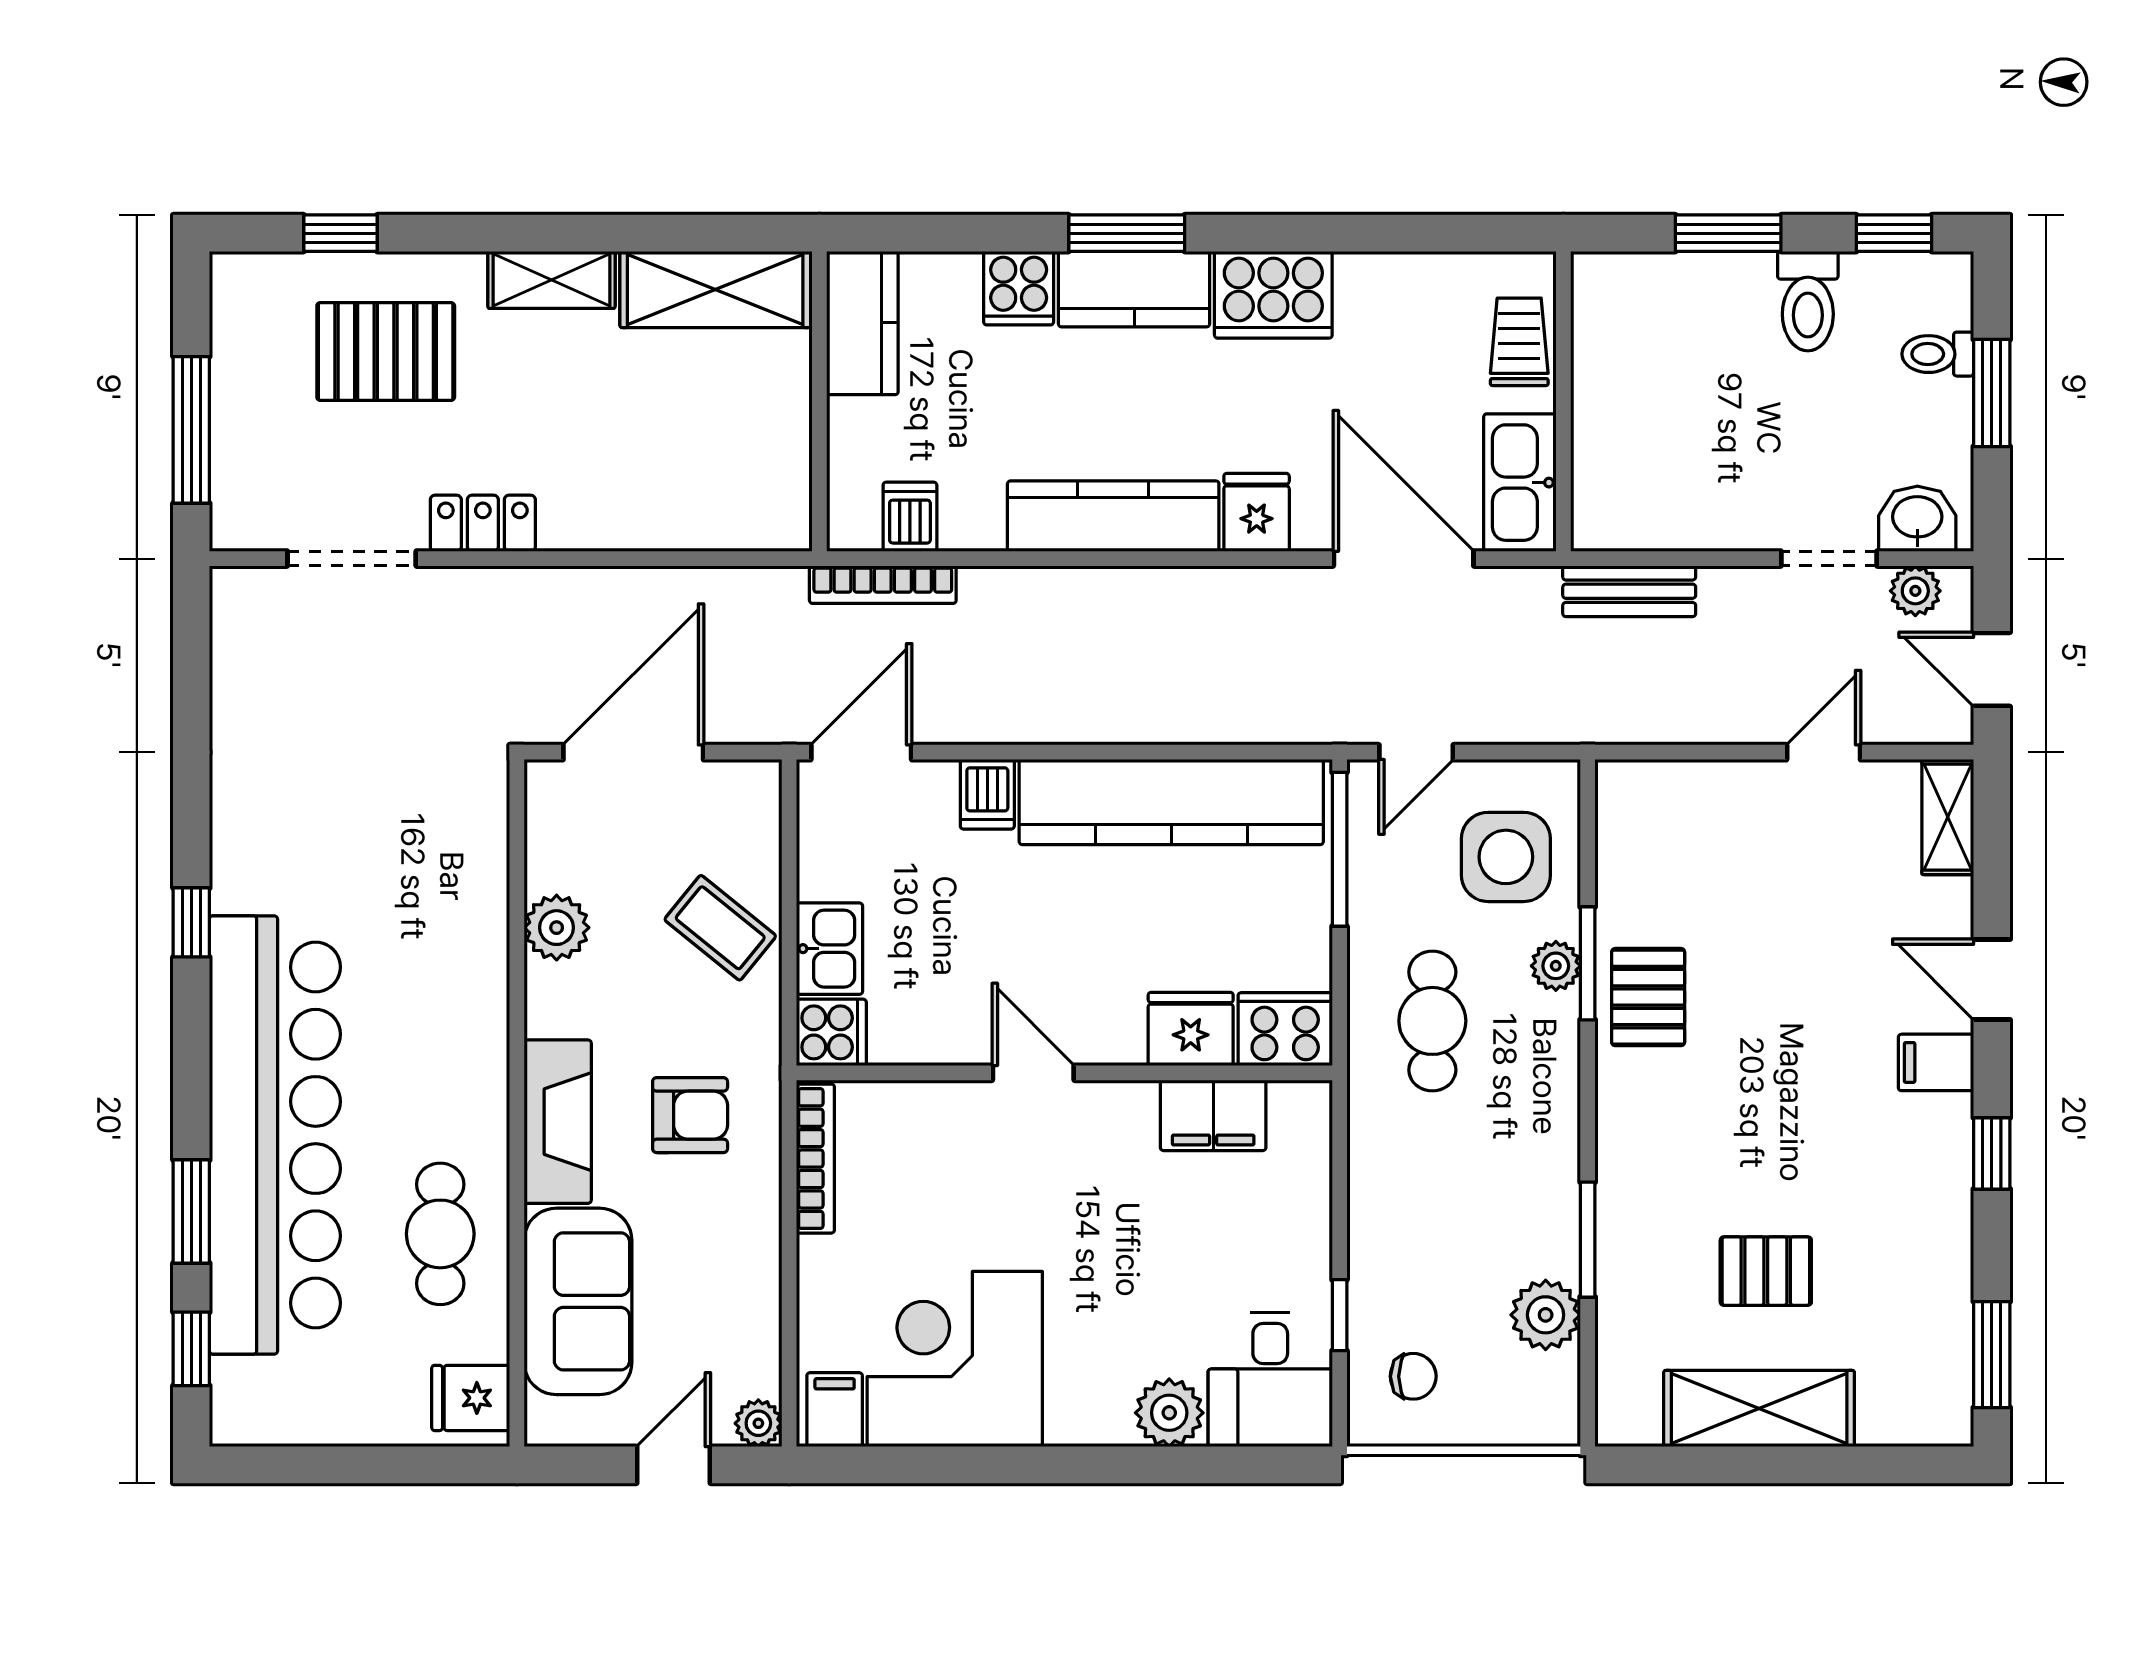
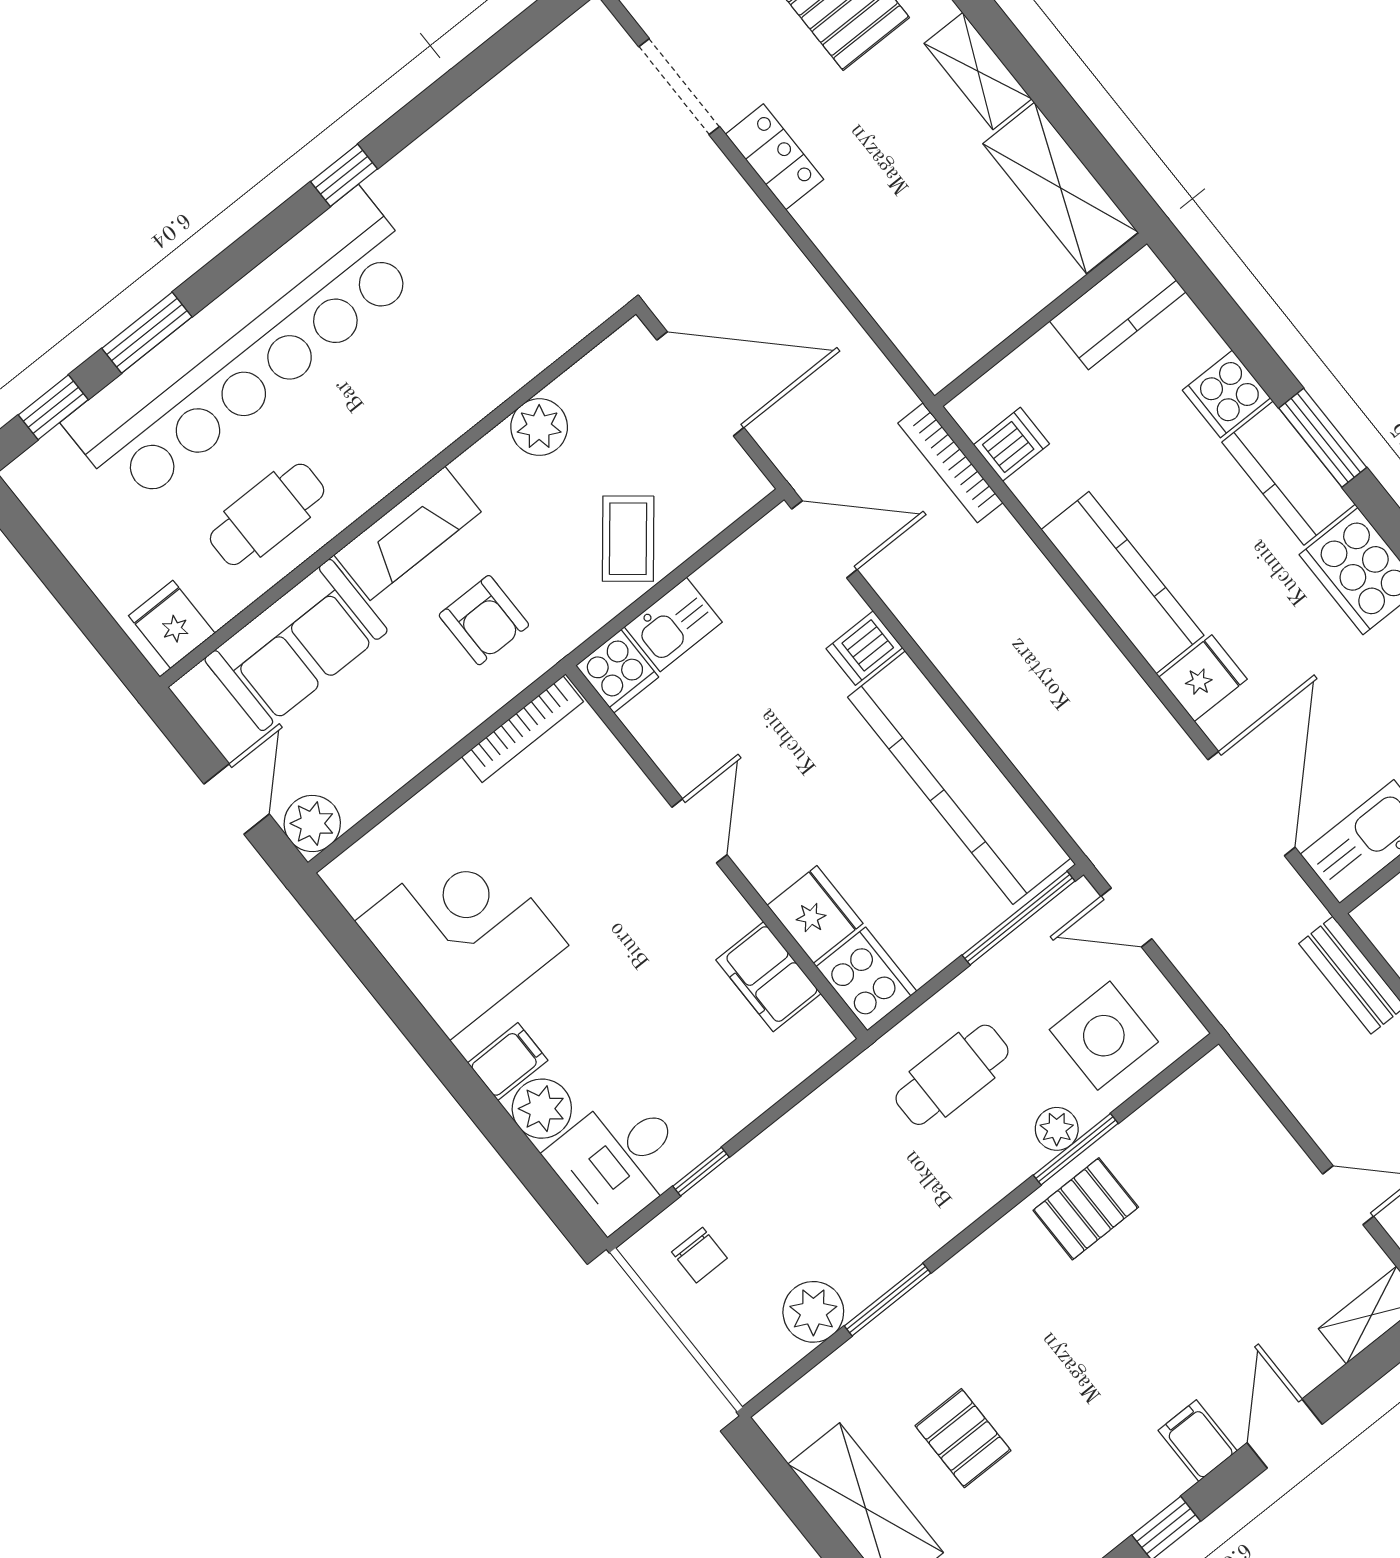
filing cabinet: (835, 1410) -> (508, 1062), moved
plant: (758, 1423) -> (312, 823), width x1.38, depth x1.38
door: (674, 1465) -> (237, 799), hinge flipped

